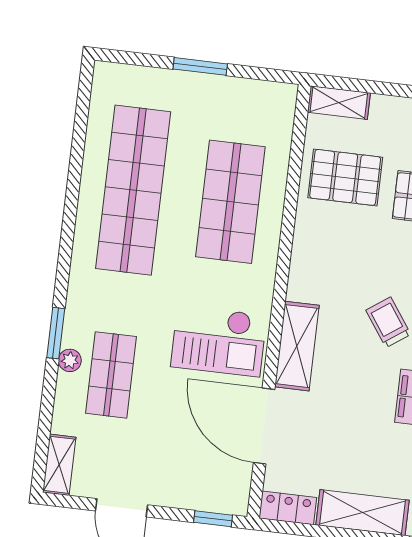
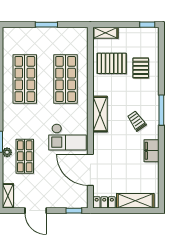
shop shelf: (133, 190) -> (25, 79), width x0.71
shelving: (297, 346) -> (100, 114), moved

